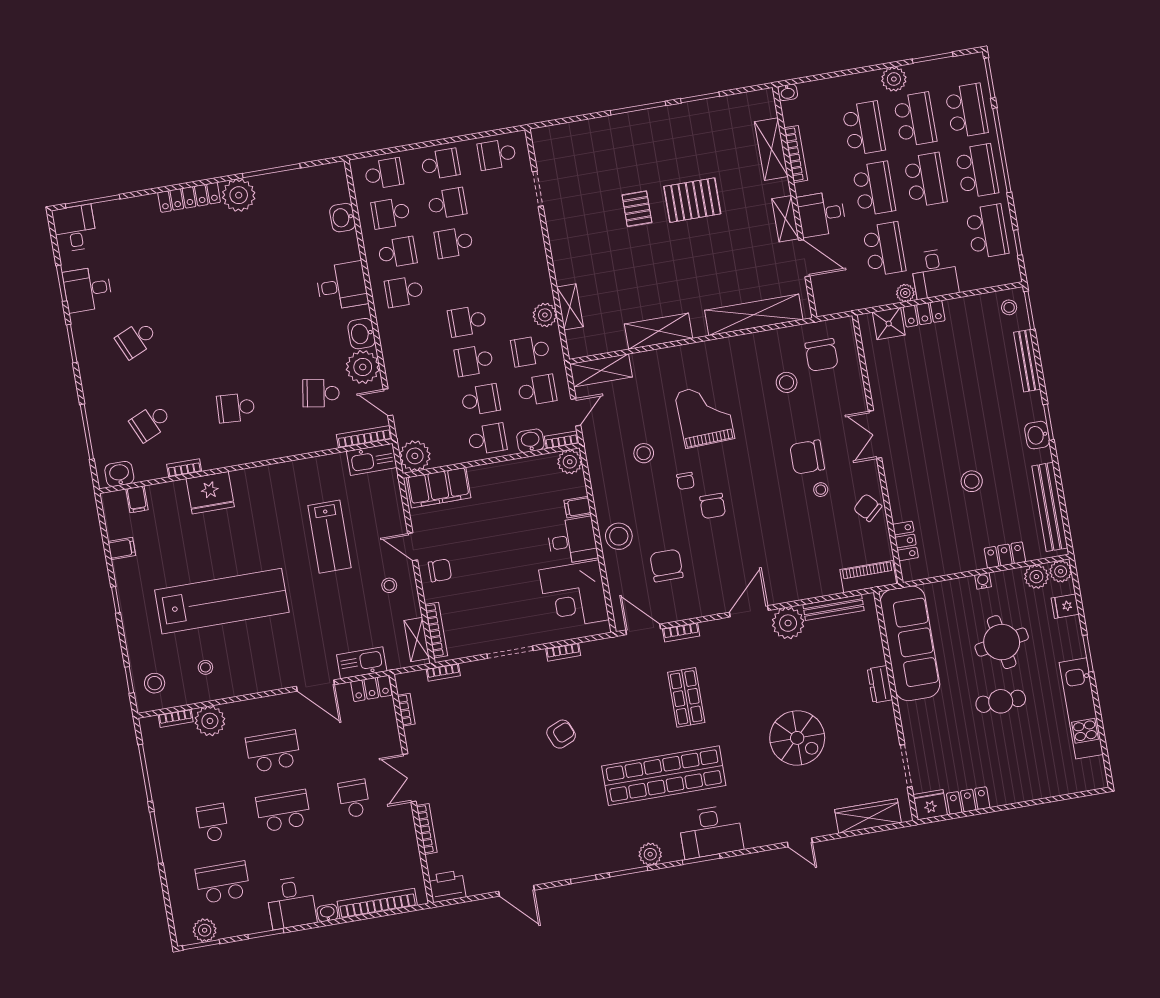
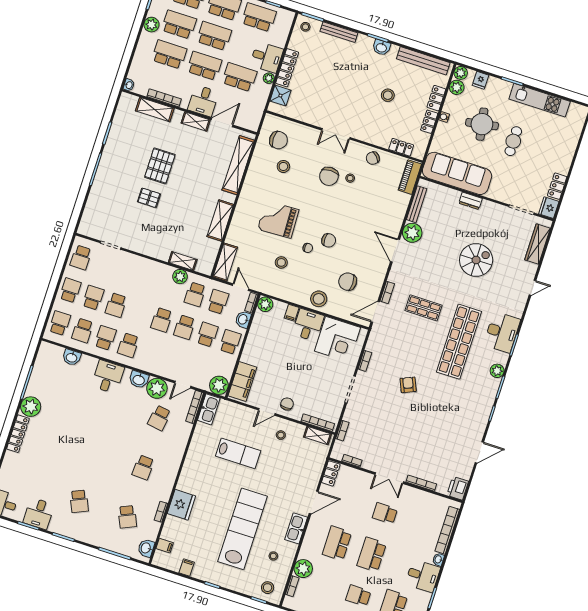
locker: (924, 314) -> (287, 68), width x1.53
locker: (965, 563) -> (429, 122), added
kitchen sink: (362, 663) -> (296, 528), moved

